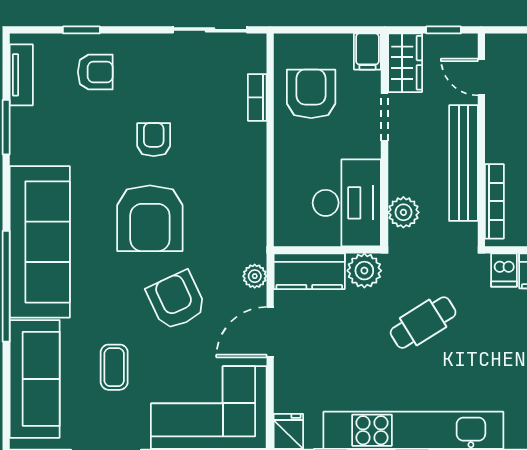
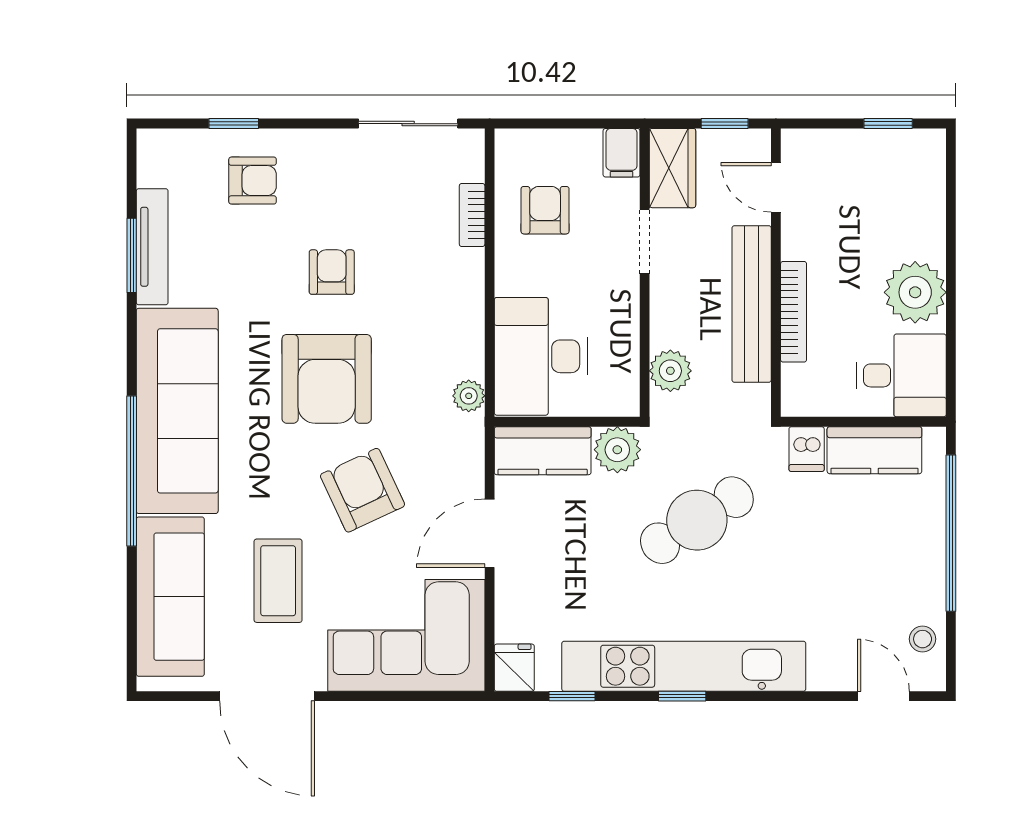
tv unit: (21, 75) -> (152, 247), moved, width x1.41
armchair: (311, 94) -> (545, 210), width x0.72, depth x0.72
bookcase: (494, 201) -> (794, 312), moved
desk: (347, 203) -> (541, 356), moved, turned 180
plant: (255, 276) -> (469, 396), moved
cafe table: (423, 323) -> (697, 520), width x1.37, depth x1.35
coffee table: (114, 367) -> (278, 581), width x1.36, depth x1.30

